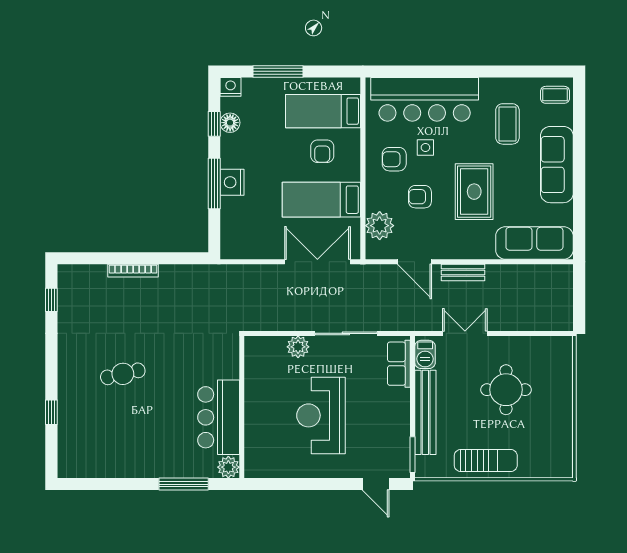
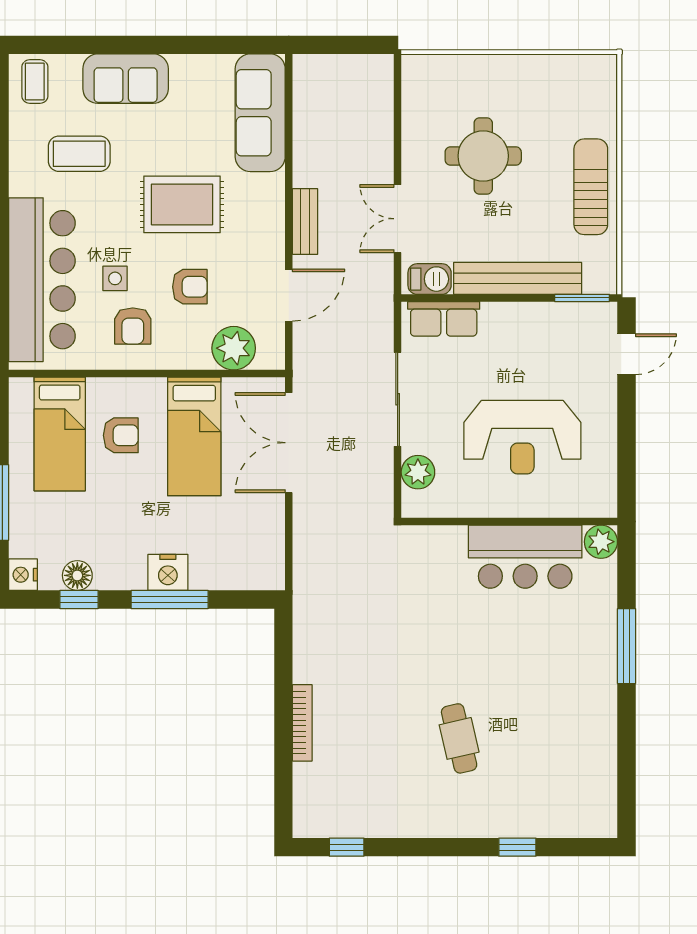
sofa: (557, 165) -> (126, 79), width x0.73
armchair: (420, 197) -> (190, 287), turned -90
wall: (242, 407) -> (509, 522), moved
bar counter: (219, 417) -> (525, 557), moved
plant: (228, 467) -> (601, 542), moved

